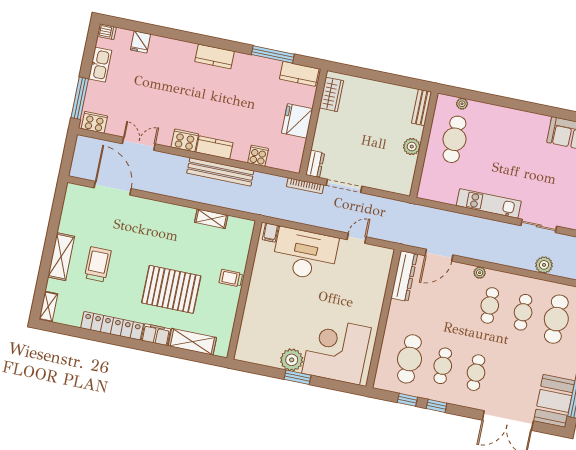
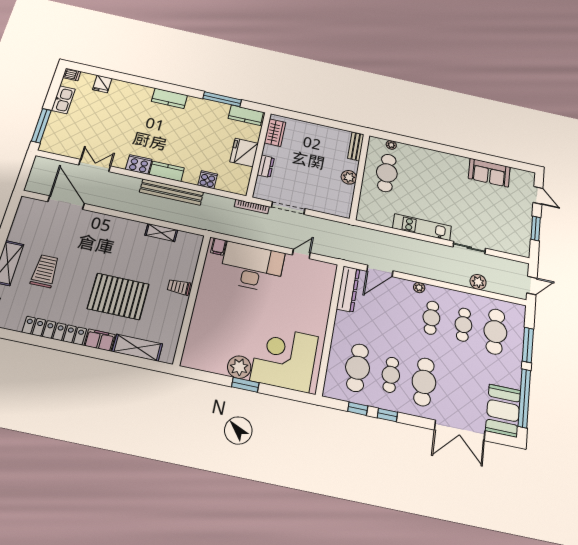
cooker: (94, 122) -> (53, 146), removed
dresser: (315, 164) -> (266, 166), moved
cafe table: (476, 373) -> (424, 382), width x1.37, depth x1.35

